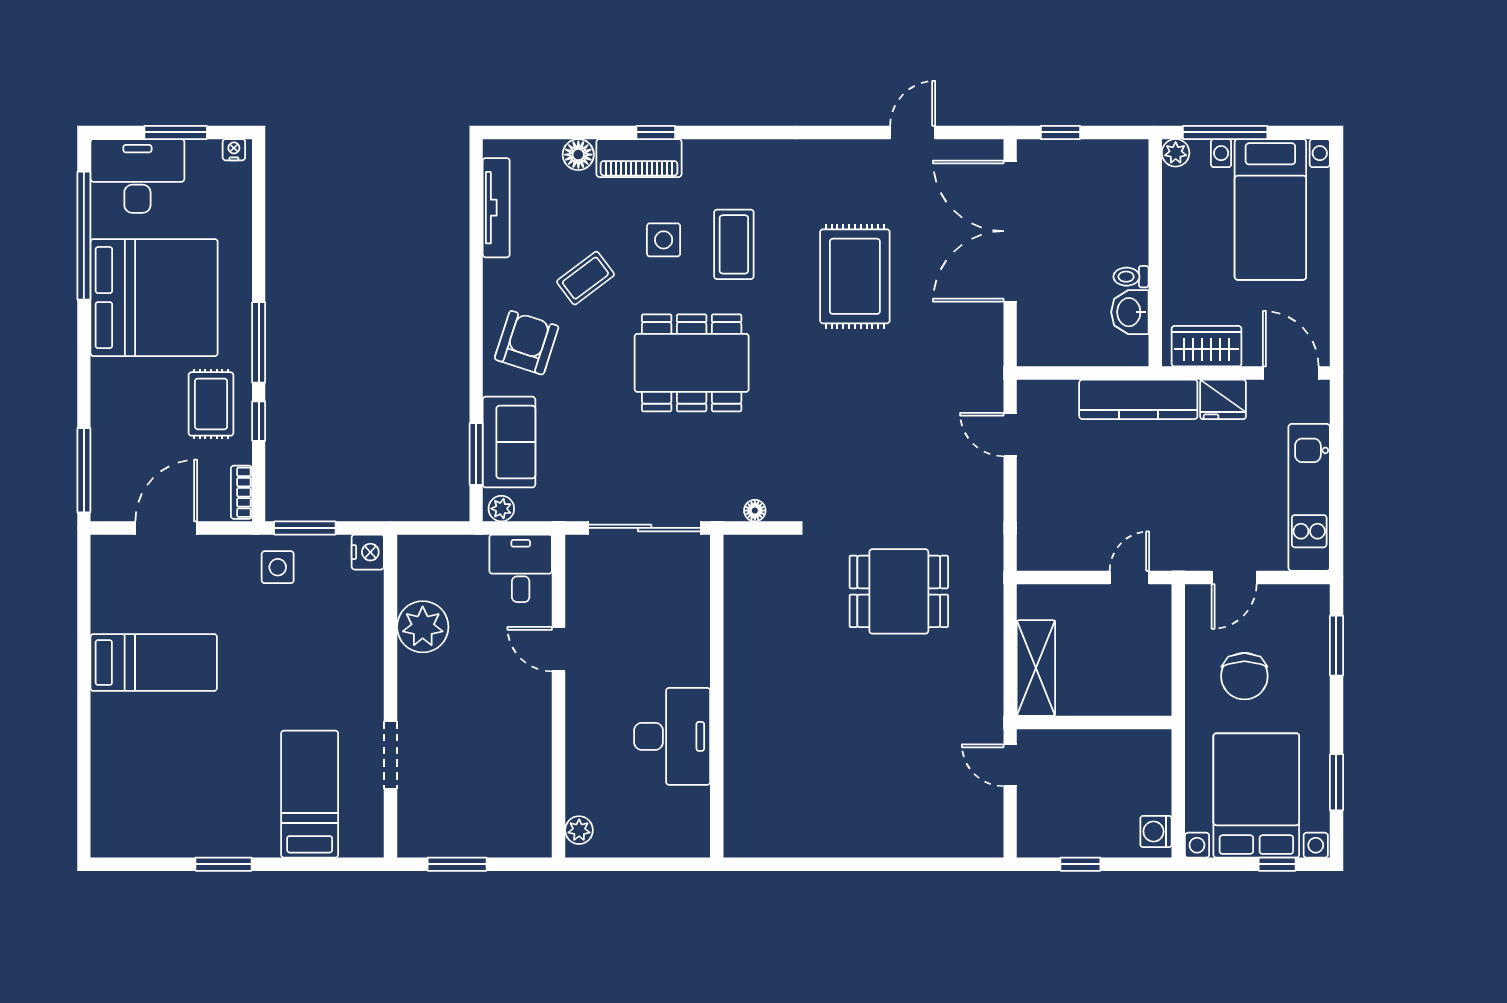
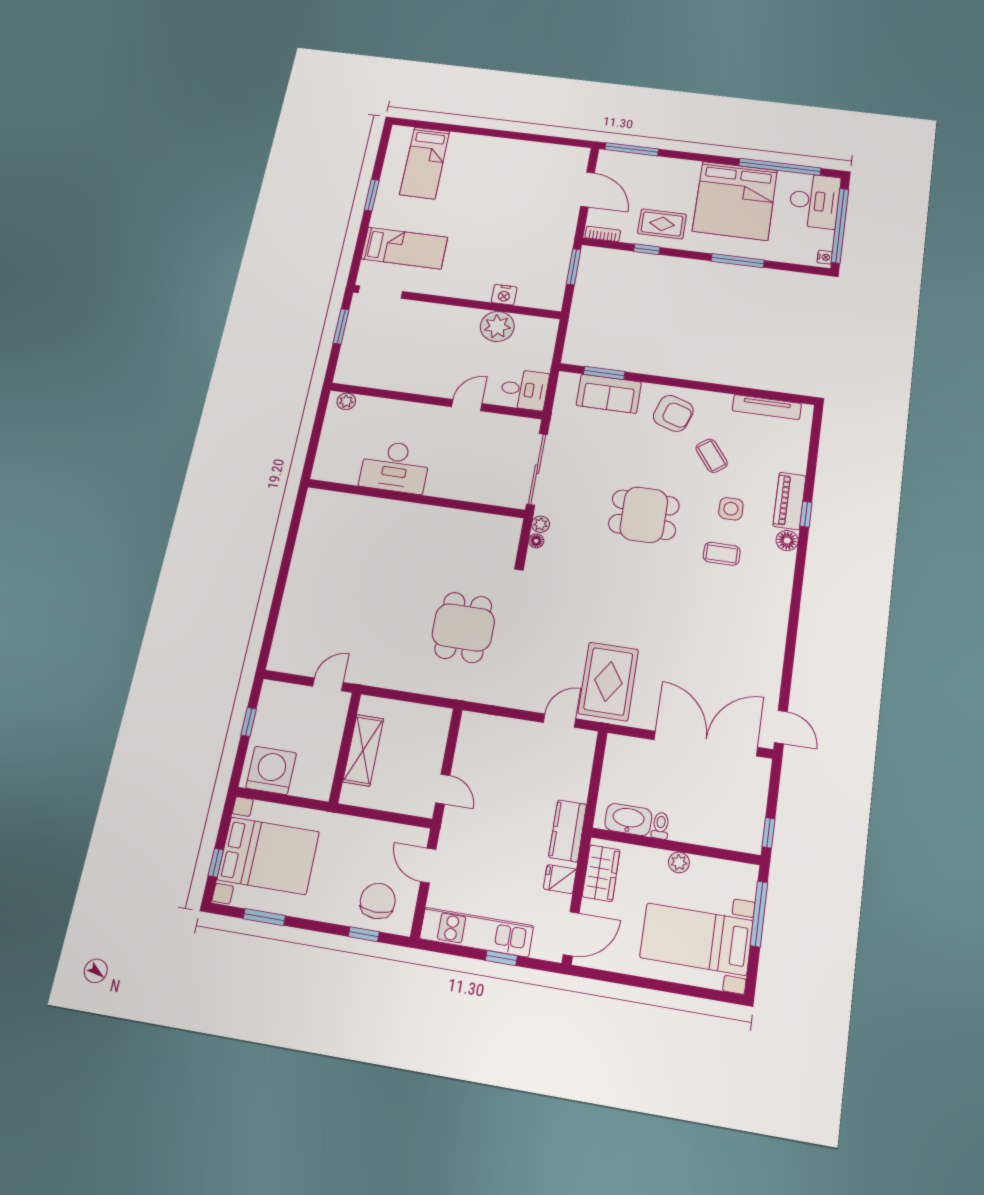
window: (176, 132) -> (840, 226), width x2.11
door: (913, 132) -> (781, 727), moved
window: (1060, 132) -> (768, 833), moved
plant: (1176, 153) -> (679, 862), moved
floor lamp: (578, 155) -> (787, 541), moved
coffee table: (734, 244) -> (722, 554), width x0.73, depth x0.77
rug: (855, 276) -> (608, 681), moved, turned 90
washbasin: (1130, 312) -> (628, 820), width x1.38
window: (259, 342) -> (738, 261), moved
dining table: (692, 363) -> (644, 515), width x0.73
kitchen counter: (1138, 399) -> (568, 831), width x0.67
fridge: (1223, 399) -> (560, 879), width x0.72
window: (1336, 459) -> (501, 958), added
plant: (501, 509) -> (541, 524), moved
nightstand: (368, 552) -> (504, 295), moved
side table: (278, 567) -> (551, 248), removed
window: (1336, 646) -> (364, 934), width x0.67
bed: (154, 663) -> (425, 163), moved
shelving: (1036, 668) -> (363, 750), moved, turned 90
chair: (1244, 676) -> (378, 901), moved, turned 90
doorway: (390, 755) -> (380, 292), moved
washing machine: (1156, 831) -> (271, 770), width x1.89, depth x1.89

